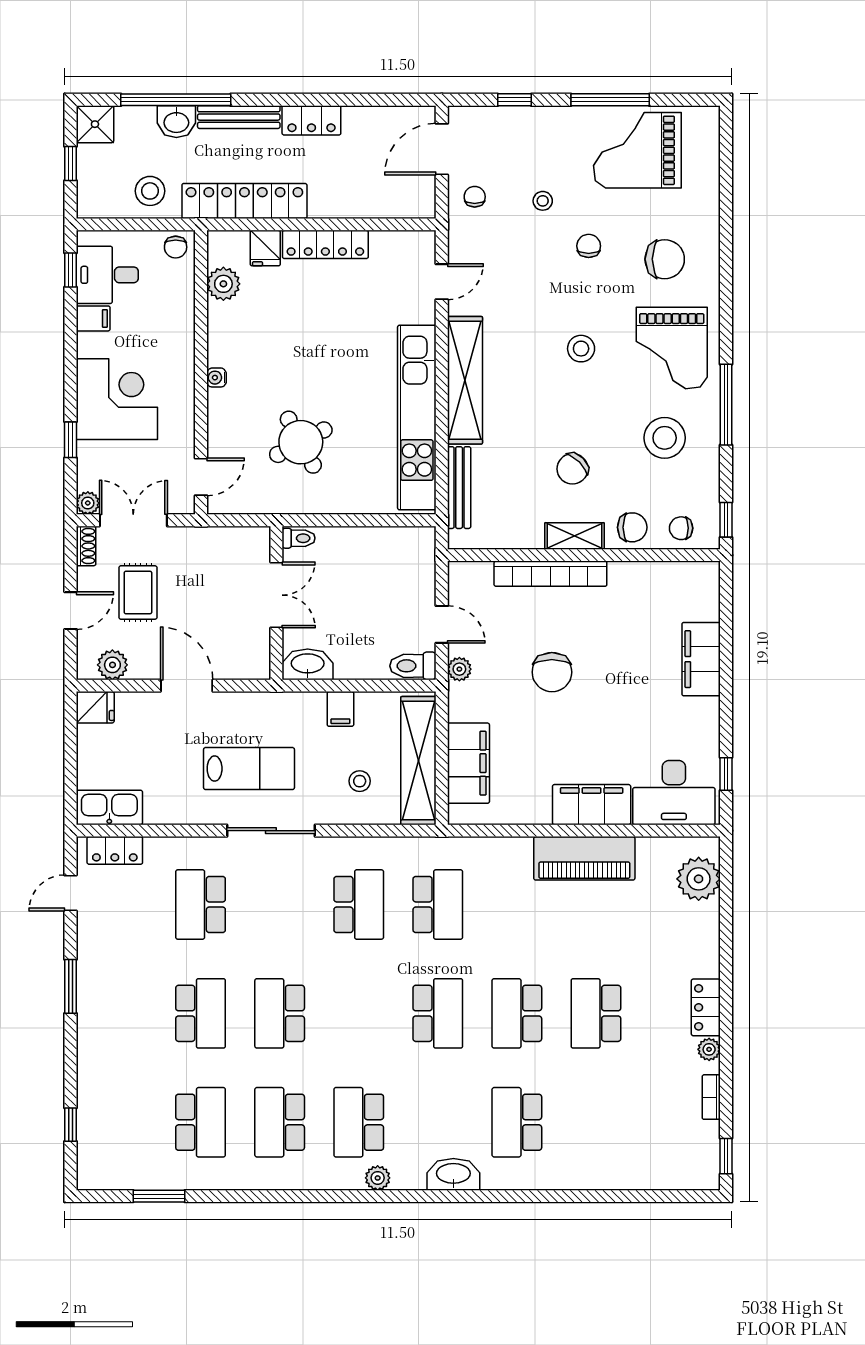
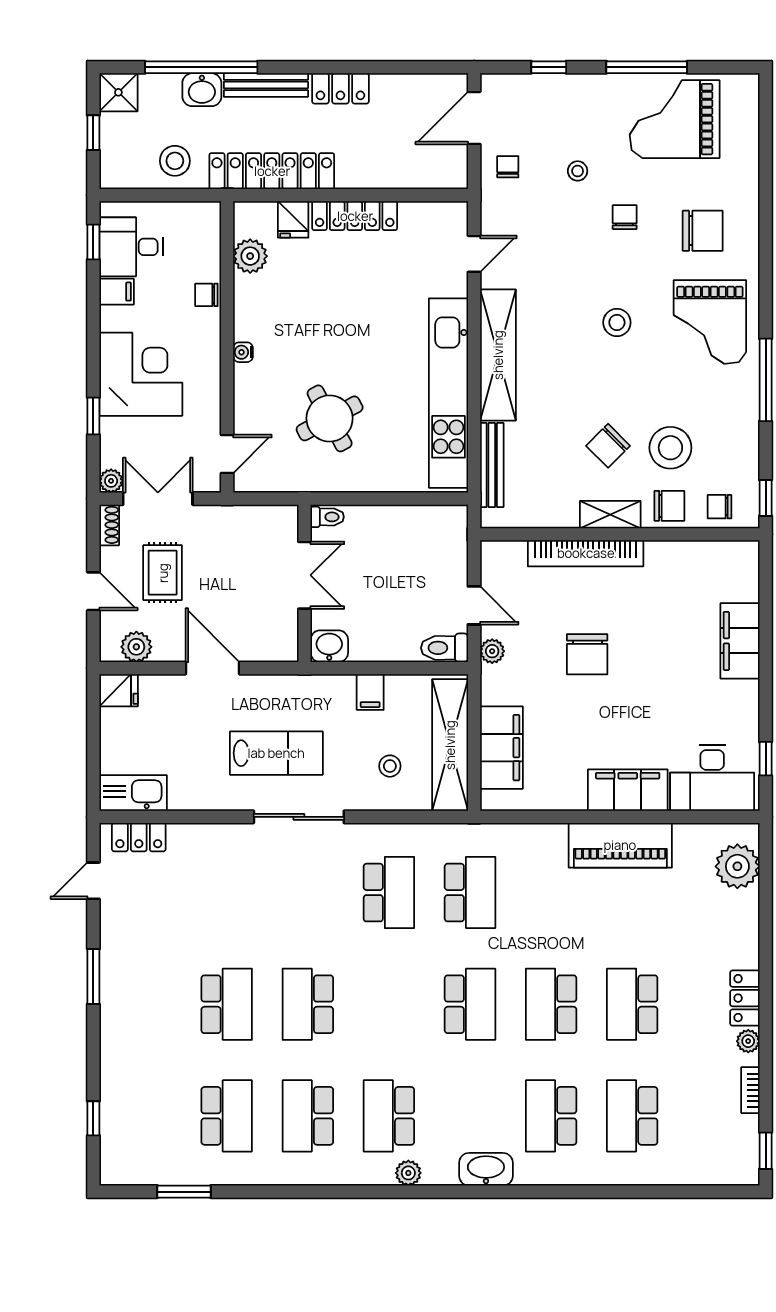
chair: (176, 247) -> (206, 295), moved, turned 90
stool: (665, 438) -> (670, 448), moved
door: (70, 611) -> (93, 591), hinge flipped
washbasin: (308, 664) -> (329, 646), width x0.72
school desk: (201, 904) -> (632, 1116), moved

